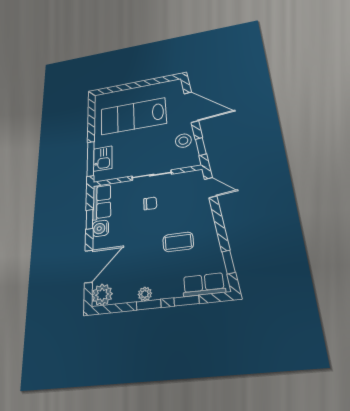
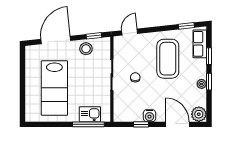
row of seats: (102, 202) -> (128, 115), removed
coffee table: (178, 242) -> (168, 59), width x1.86, depth x1.72

